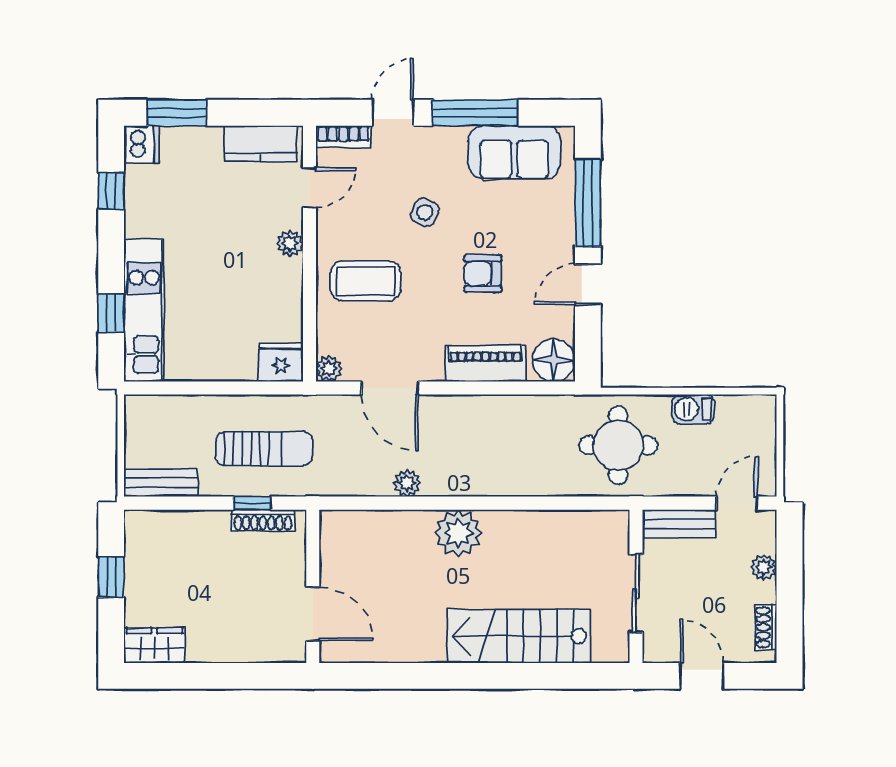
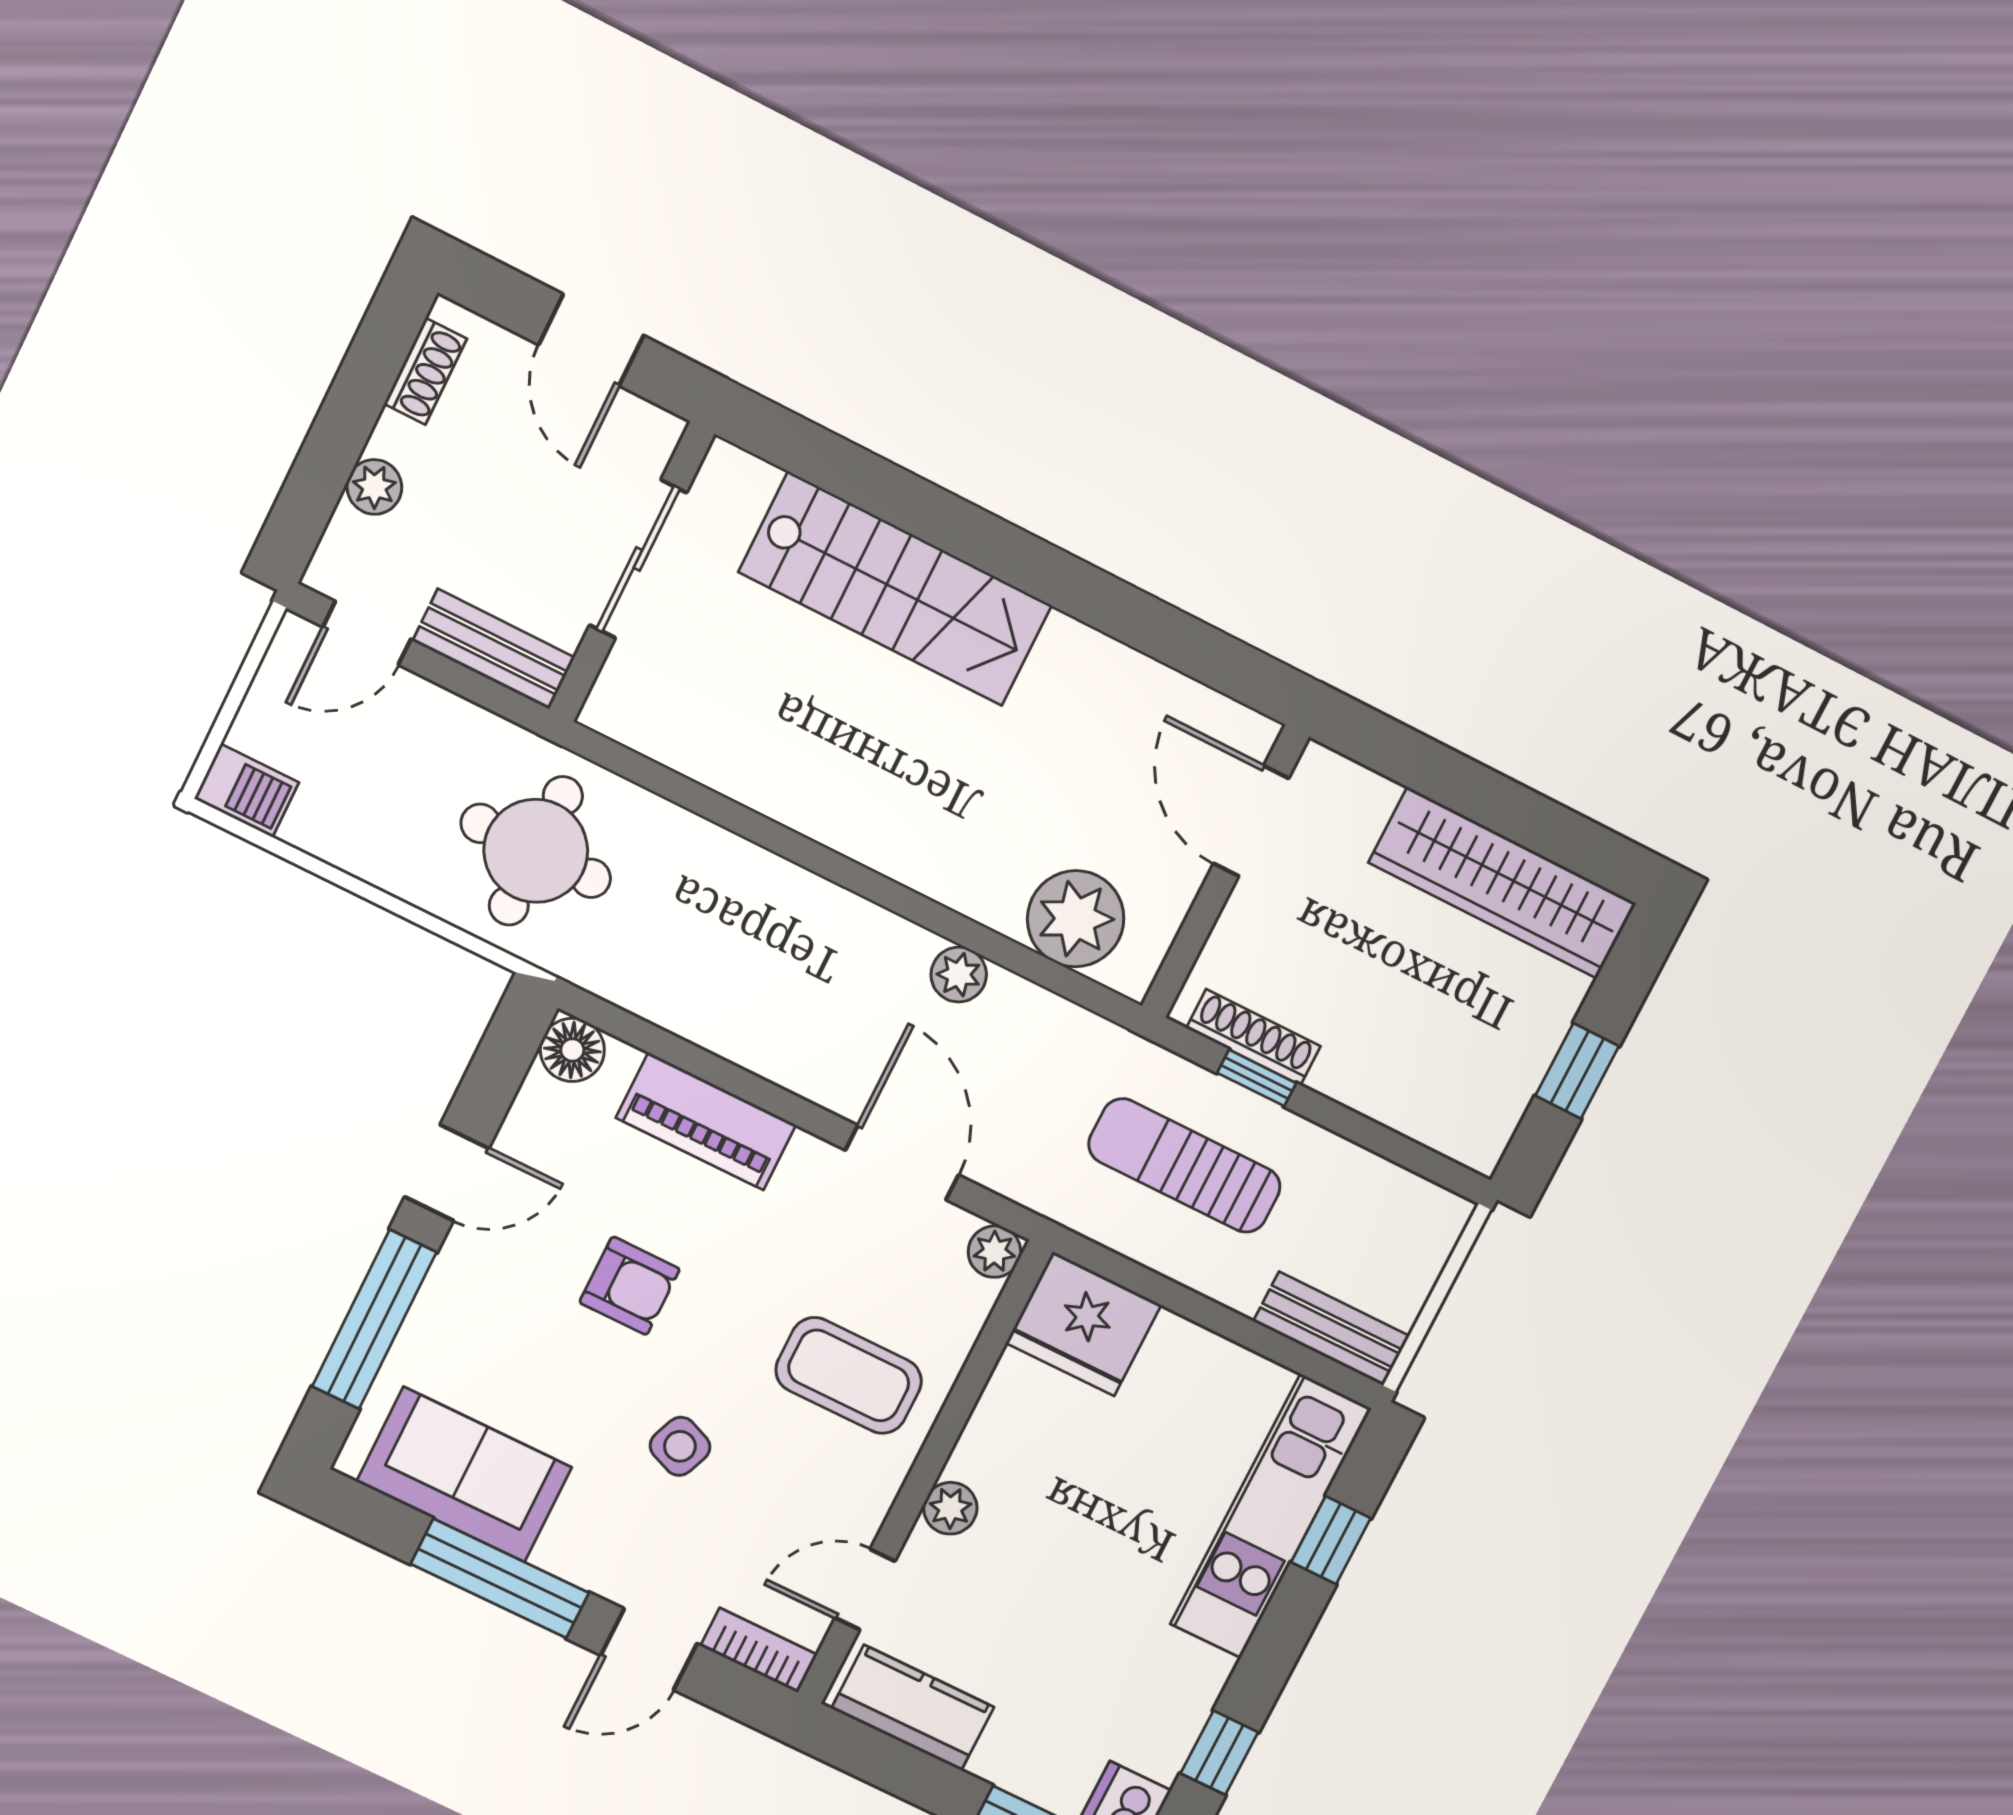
floor lamp: (554, 360) -> (572, 1050), width x0.73, depth x0.73
fridge: (281, 362) -> (1083, 1324), width x1.36, depth x1.34
barbecue: (693, 409) -> (246, 791), moved
bench: (161, 483) -> (1331, 1329), moved
plant: (458, 533) -> (1076, 919), moved
wardrobe: (154, 645) -> (1503, 883), width x2.10, depth x1.17

